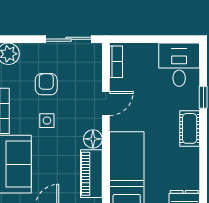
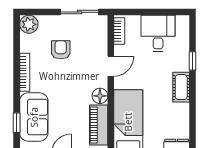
desk: (179, 65) -> (158, 33), moved
side table: (47, 121) -> (61, 80), removed

